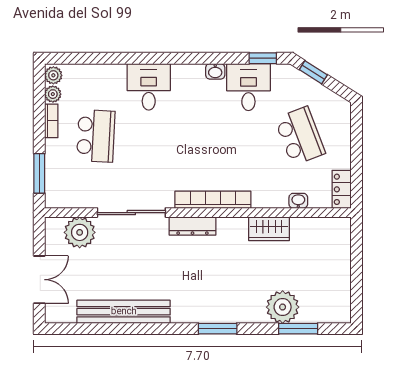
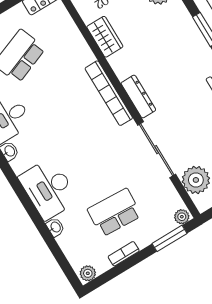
desk: (149, 87) -> (48, 189), width x1.37
plant: (53, 94) -> (182, 217), moved
washbasin: (298, 201) -> (55, 227), moved, turned 180

